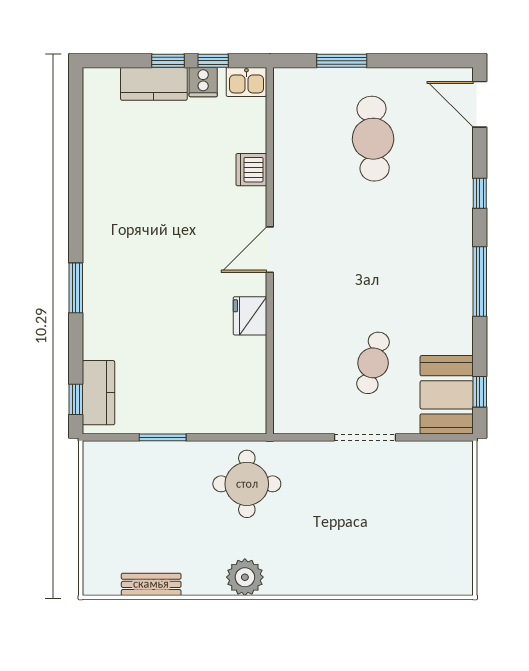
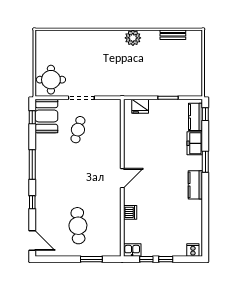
cooker: (203, 82) -> (193, 250), moved
kitchen counter: (154, 84) -> (195, 185), moved, turned -90
fridge: (250, 316) -> (140, 106), moved, turned 90
freezer: (100, 331) -> (195, 143), added
round table: (247, 484) -> (51, 80), moved

